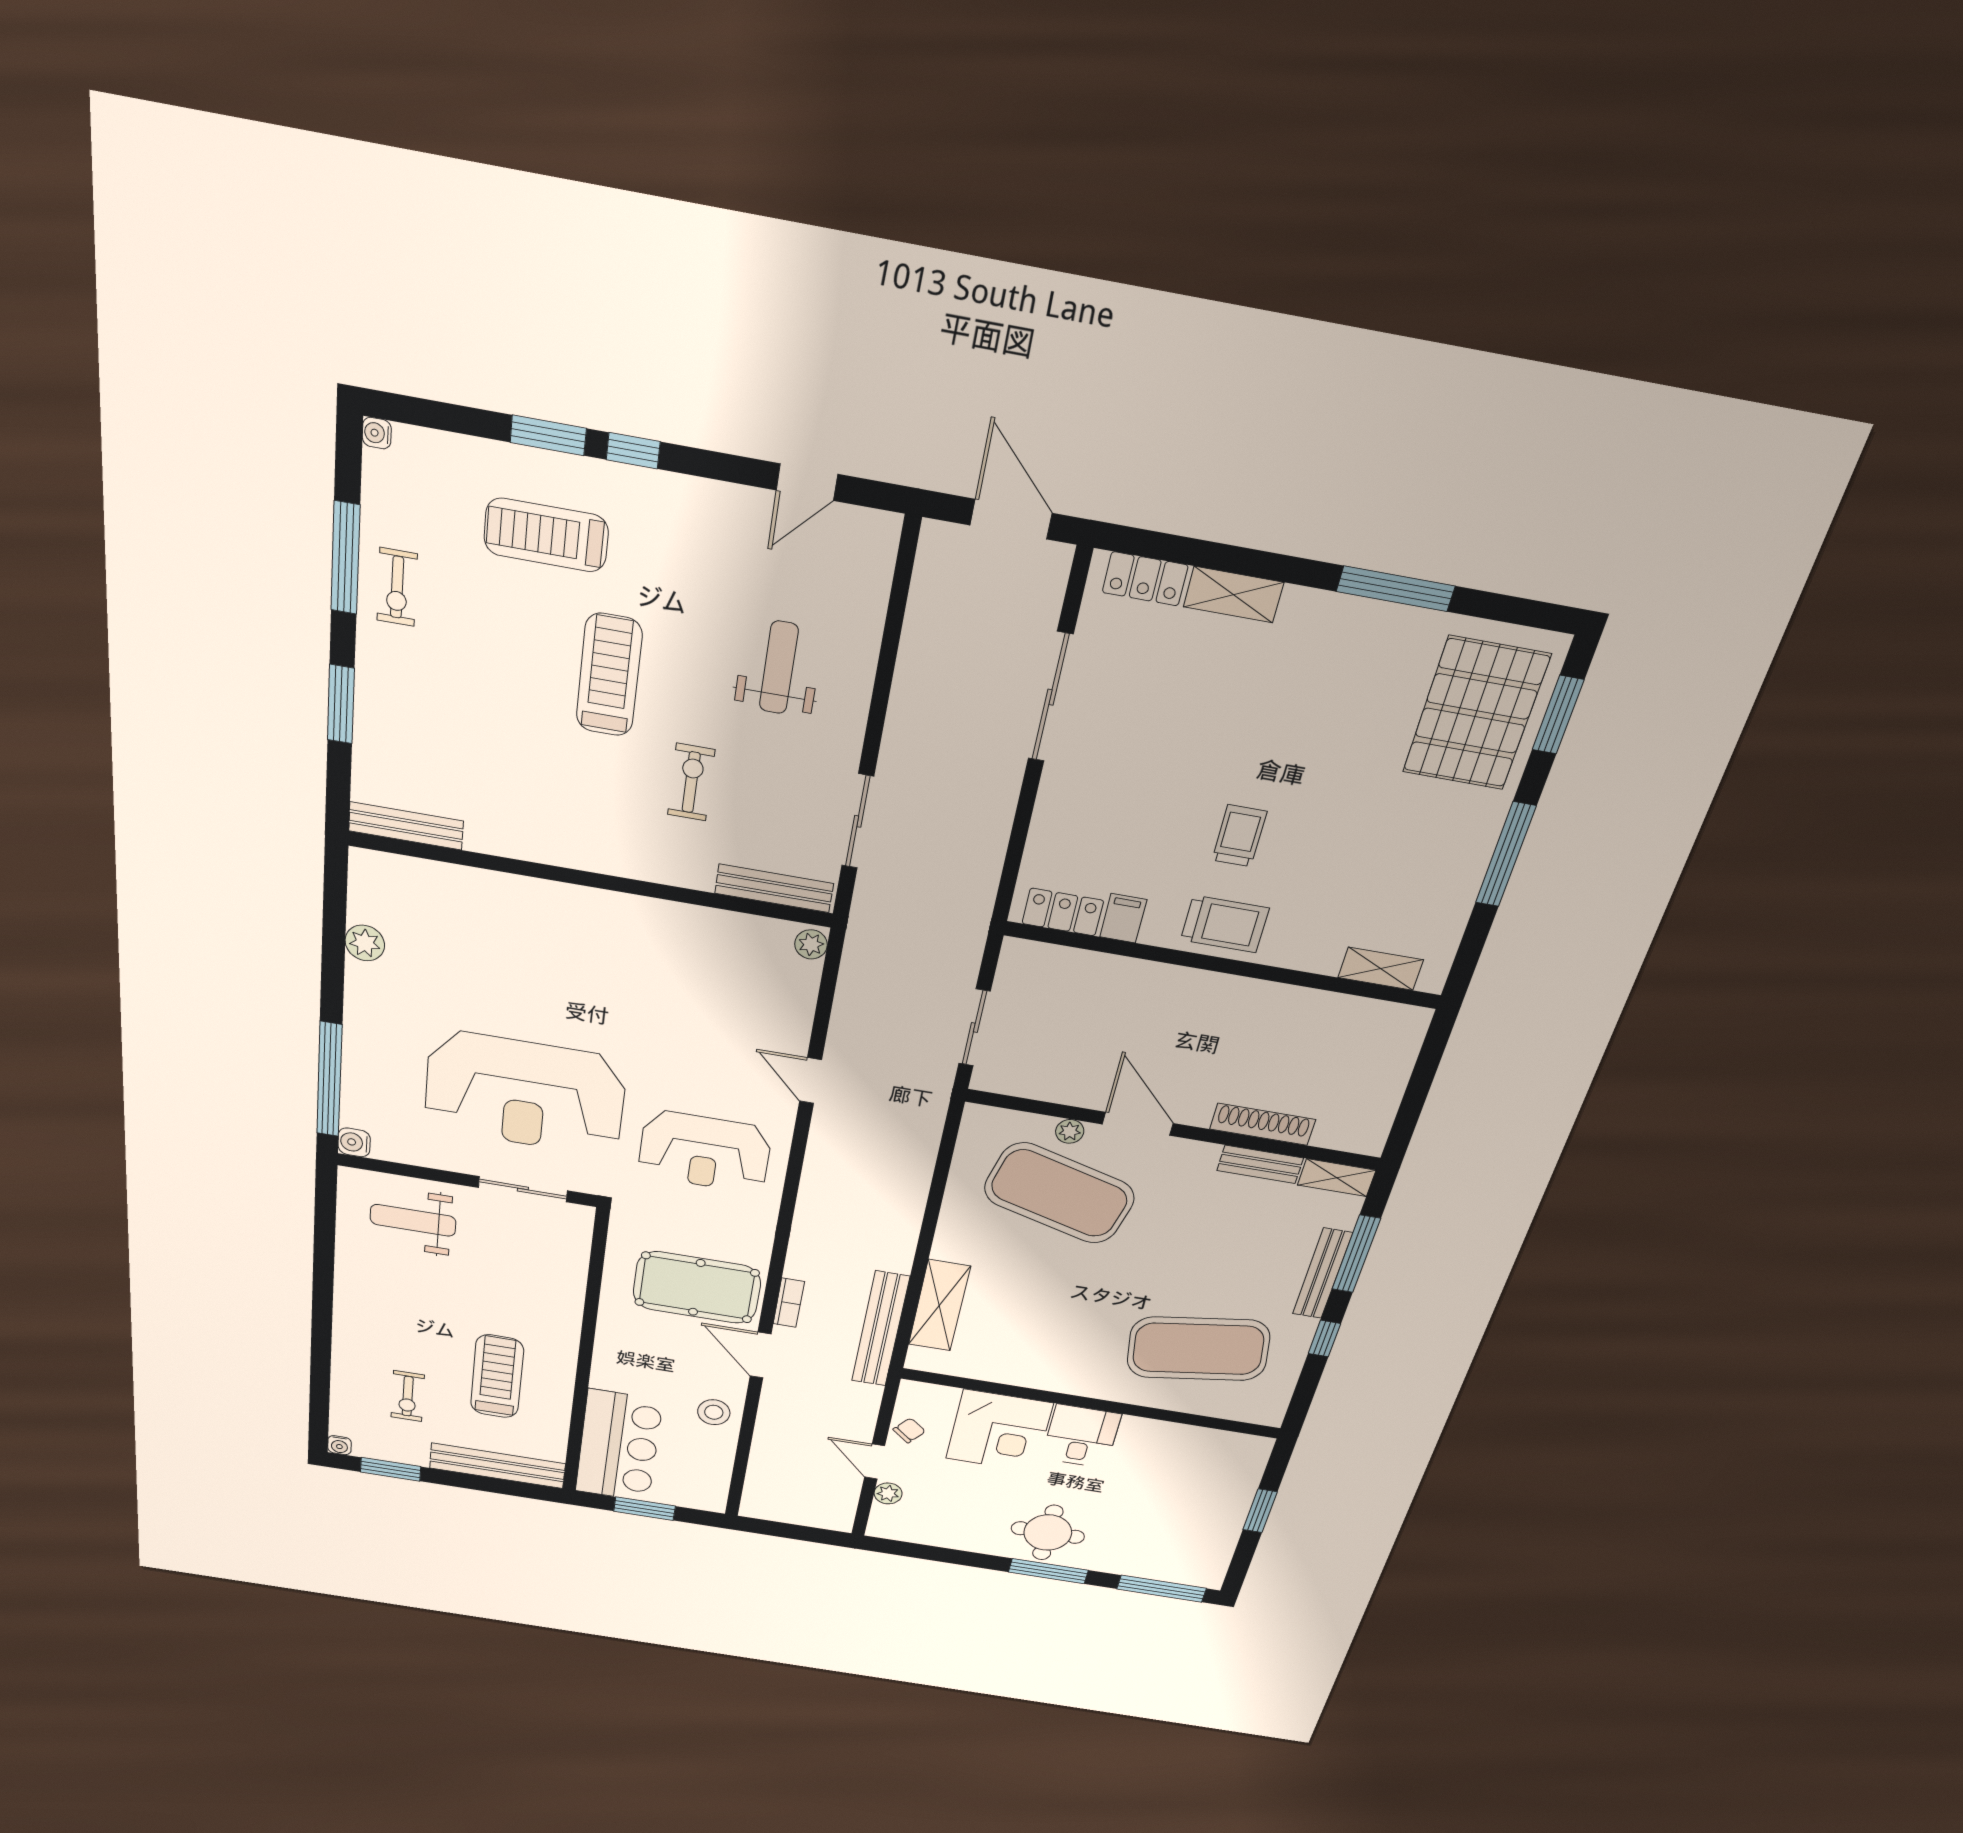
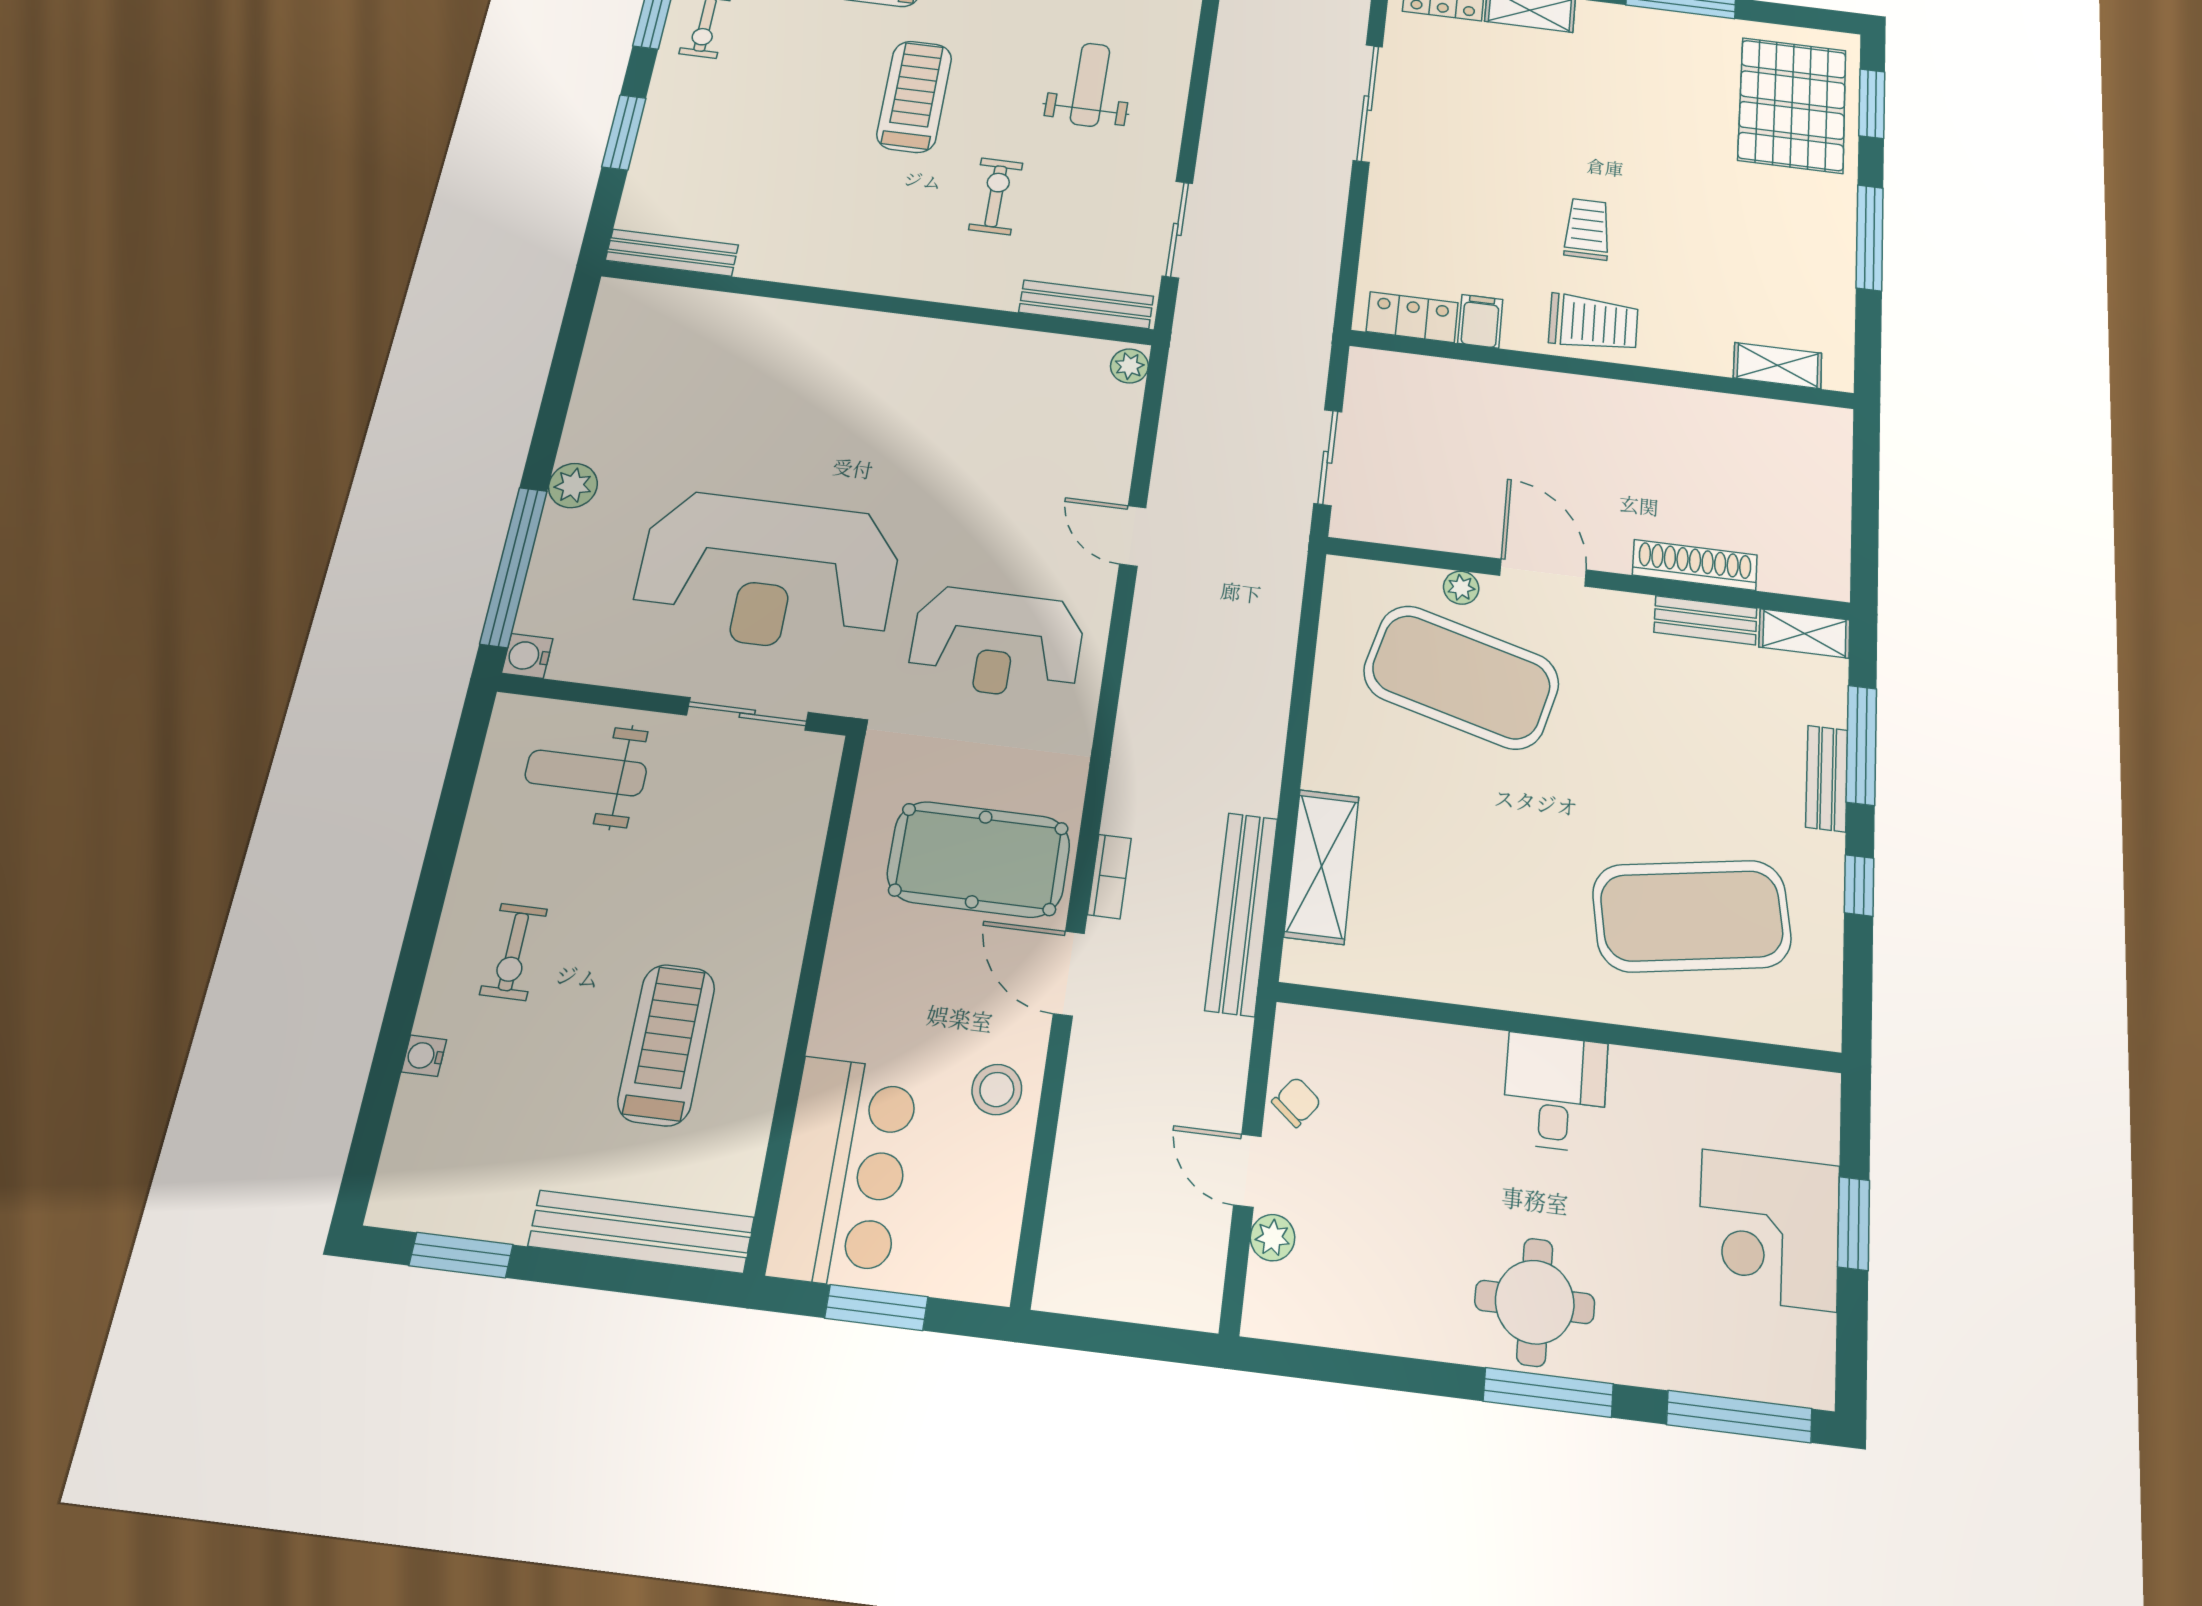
plant: (365, 943) -> (573, 485), moved
bench: (1322, 1273) -> (1827, 778), width x0.73
exercise bike: (408, 1396) -> (514, 952), moved
corner desk: (999, 1431) -> (1769, 1230), moved, turned 90
water cooler: (339, 1445) -> (424, 1056), moved, turned 90

